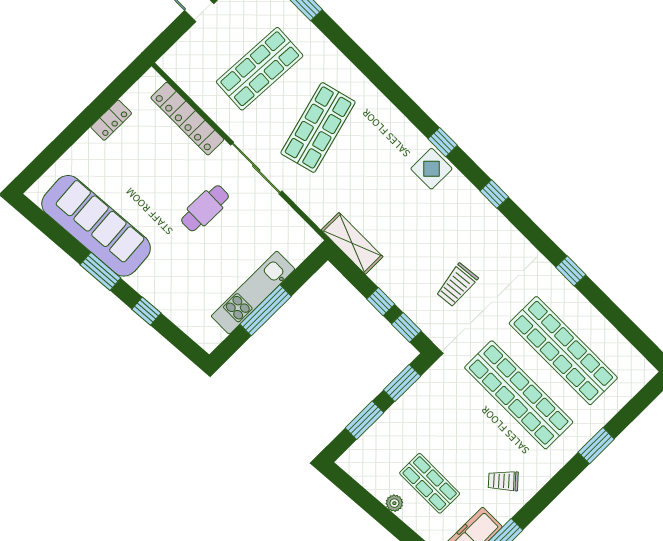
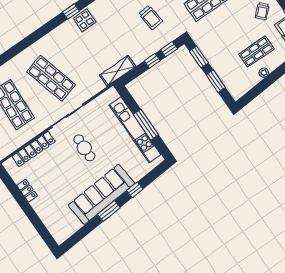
sofa: (96, 226) -> (101, 194), moved
kitchen unit: (253, 293) -> (135, 130), width x1.36

